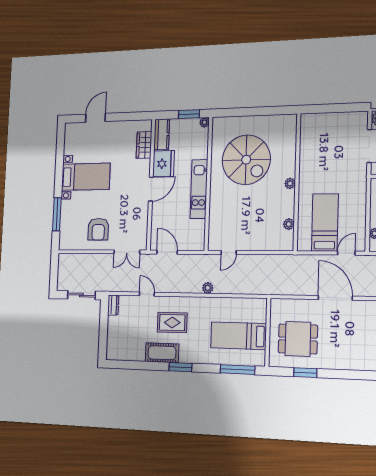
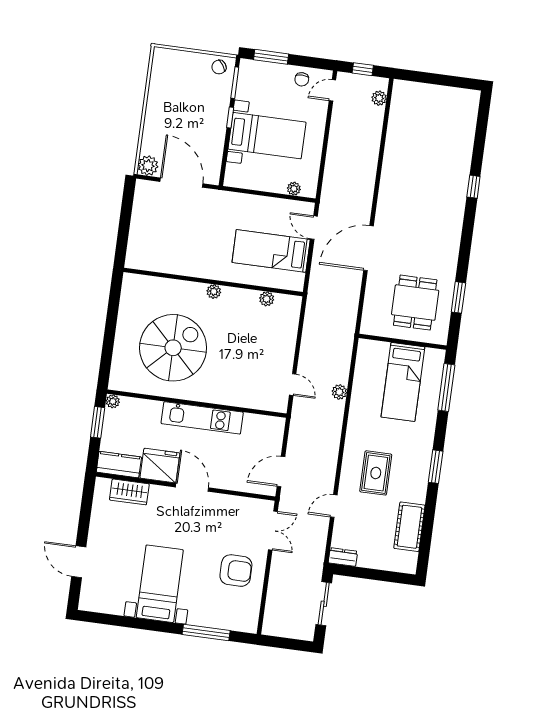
plant: (208, 288) -> (339, 392), moved
cot: (162, 353) -> (409, 527), moved

